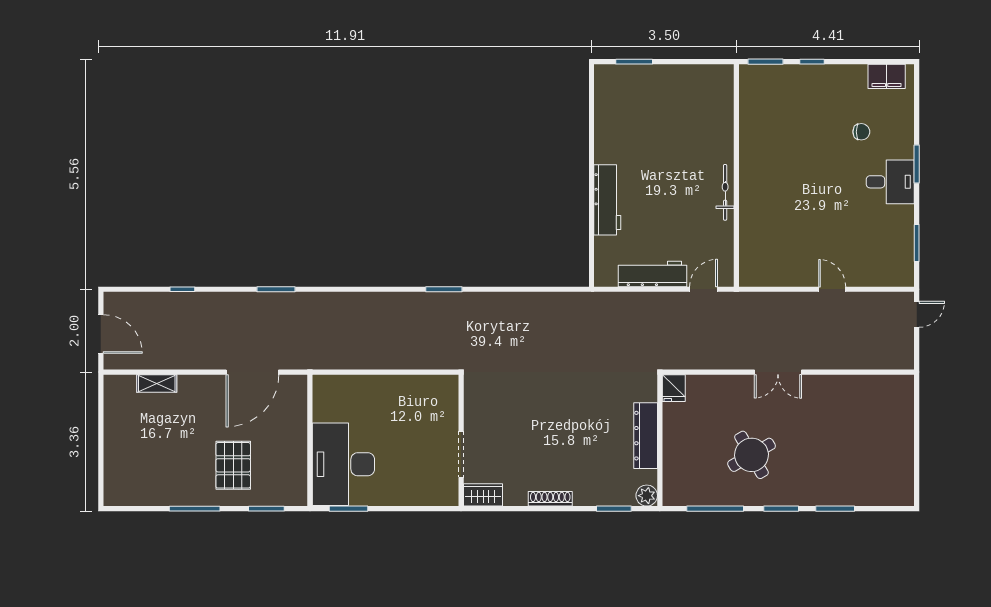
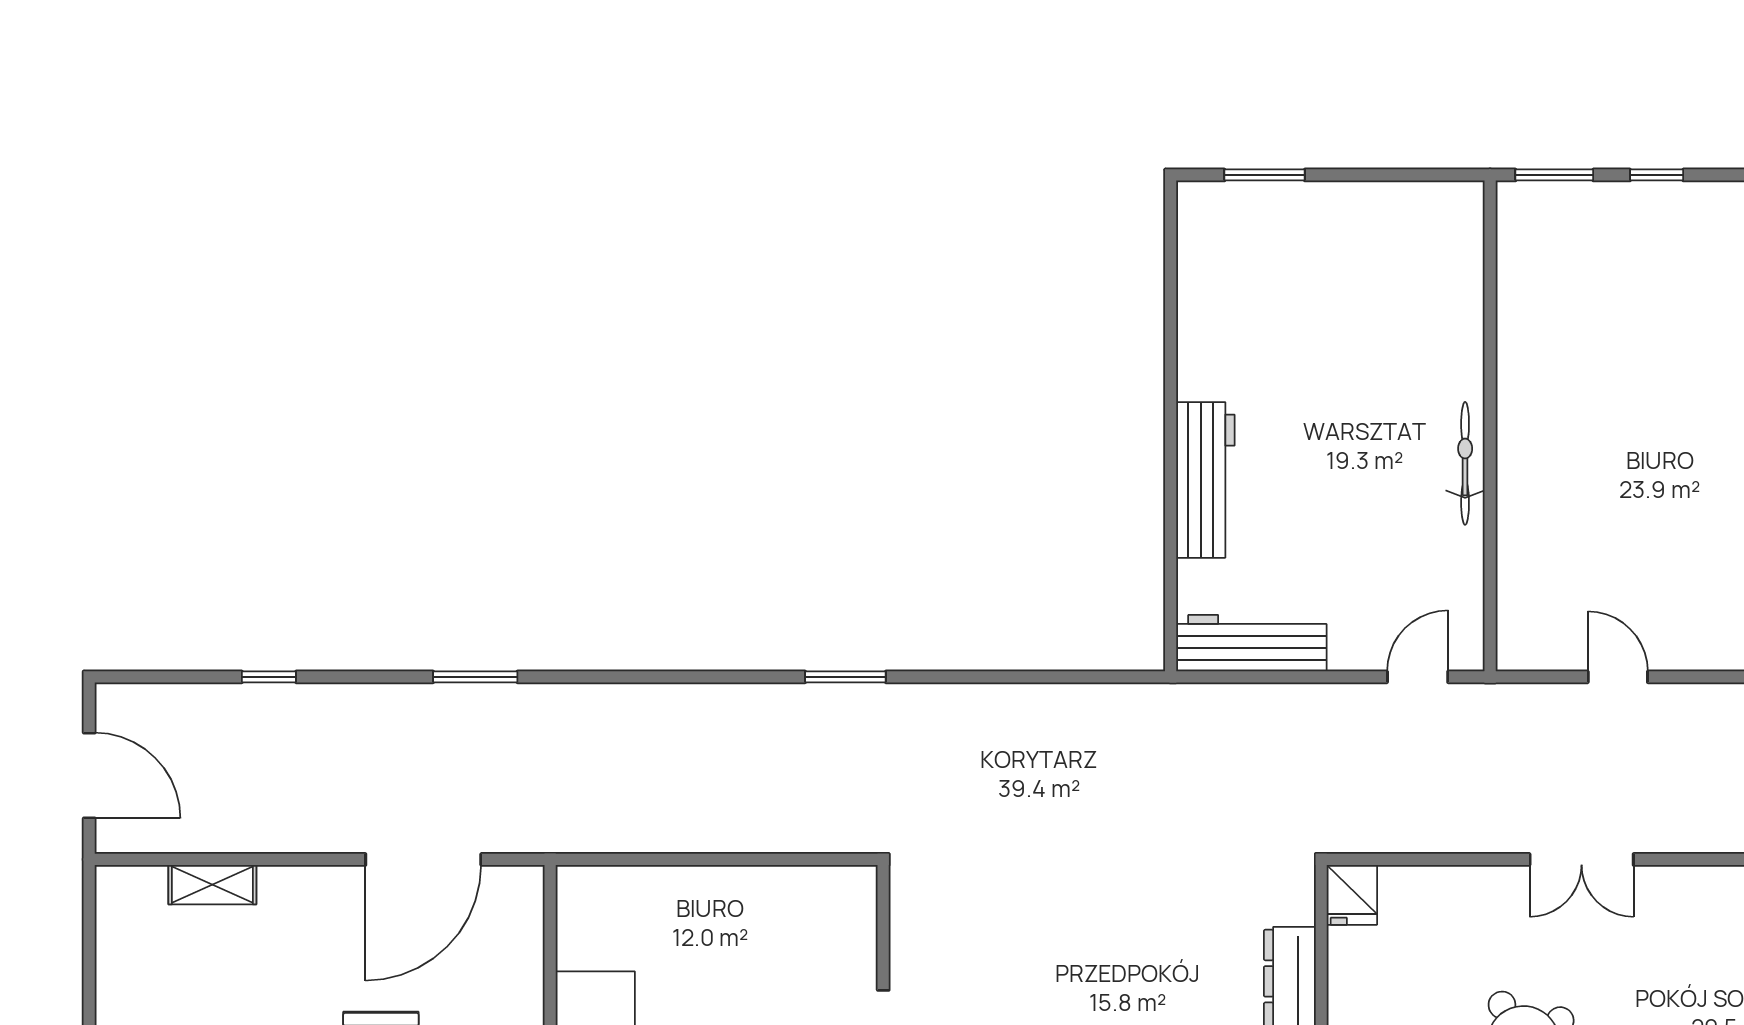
workbench: (653, 274) -> (1251, 643), moved
door: (832, 289) -> (1618, 677), moved

